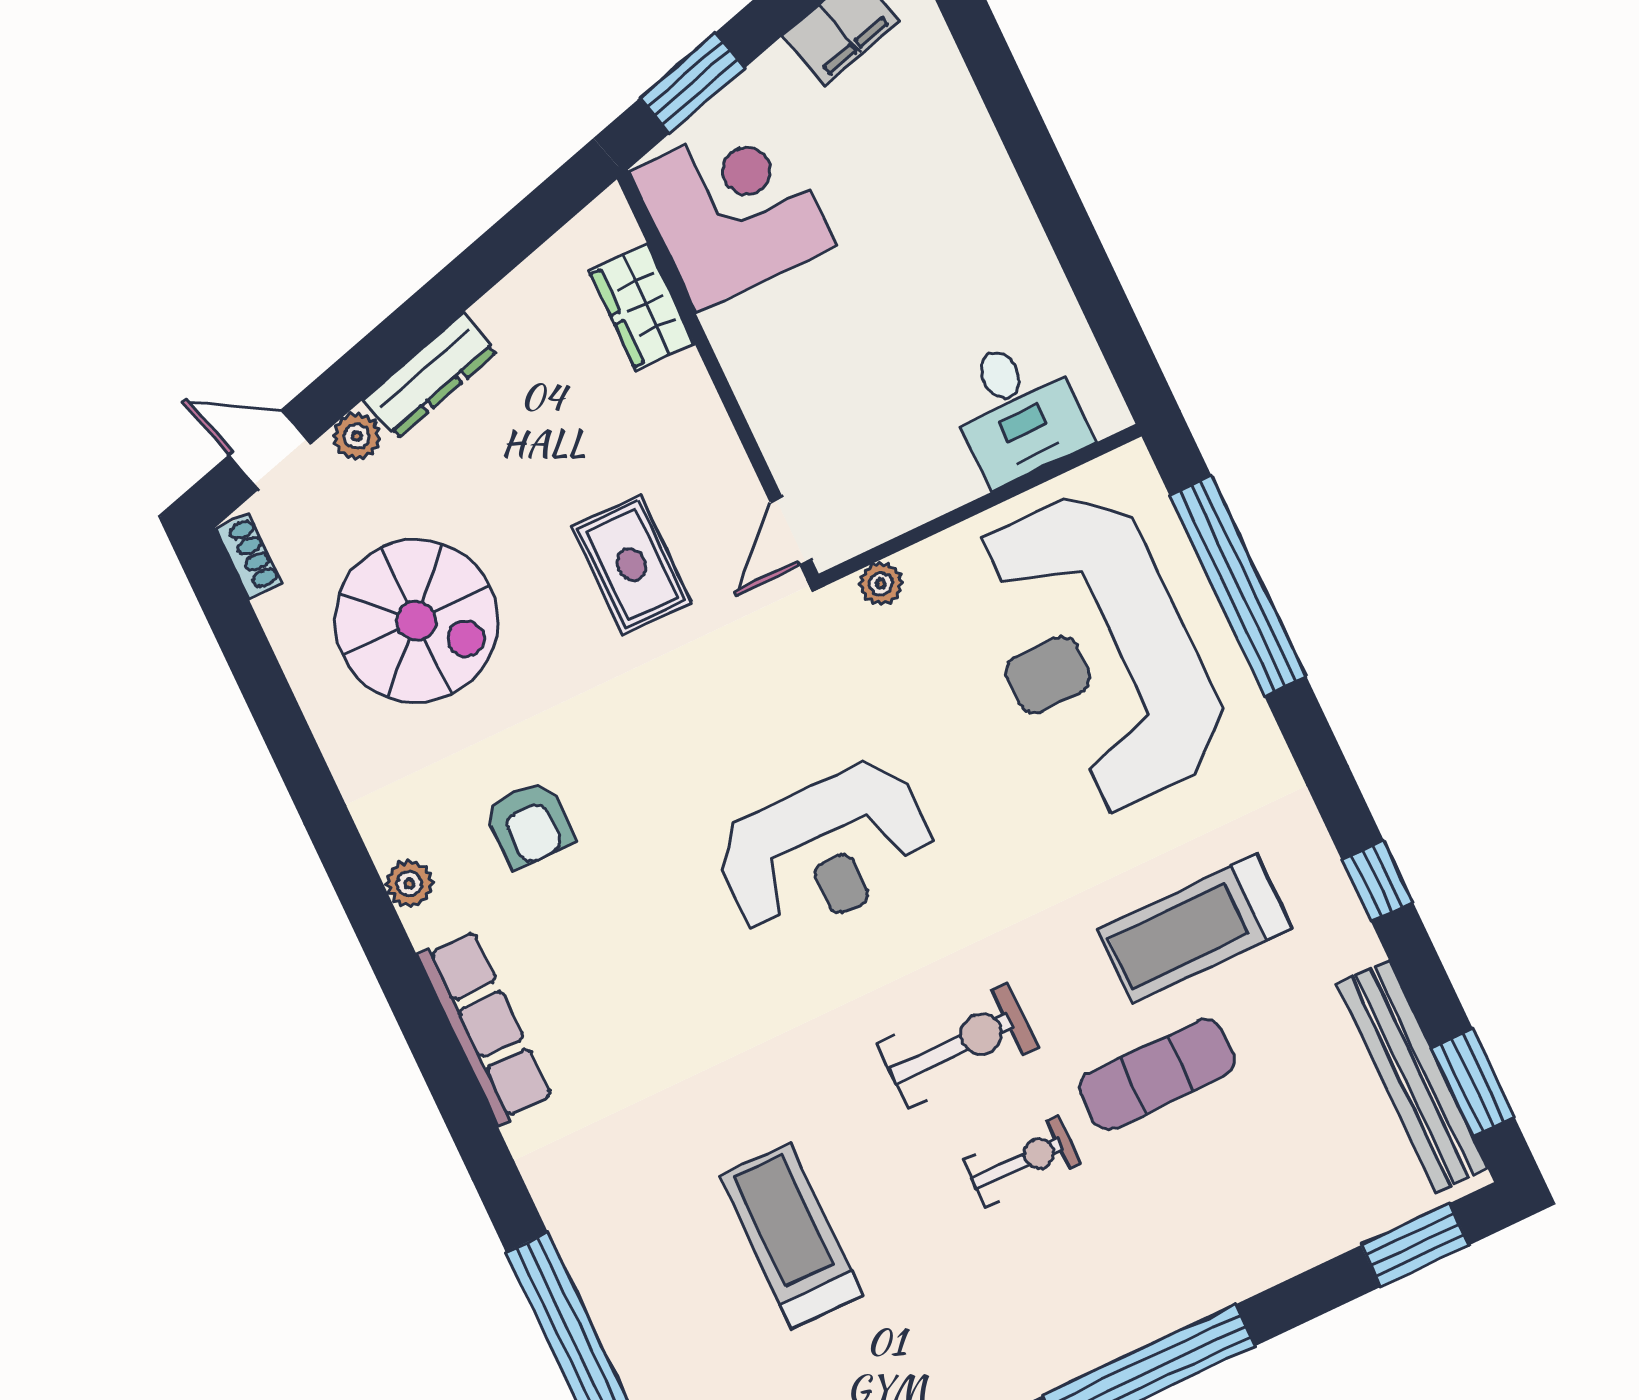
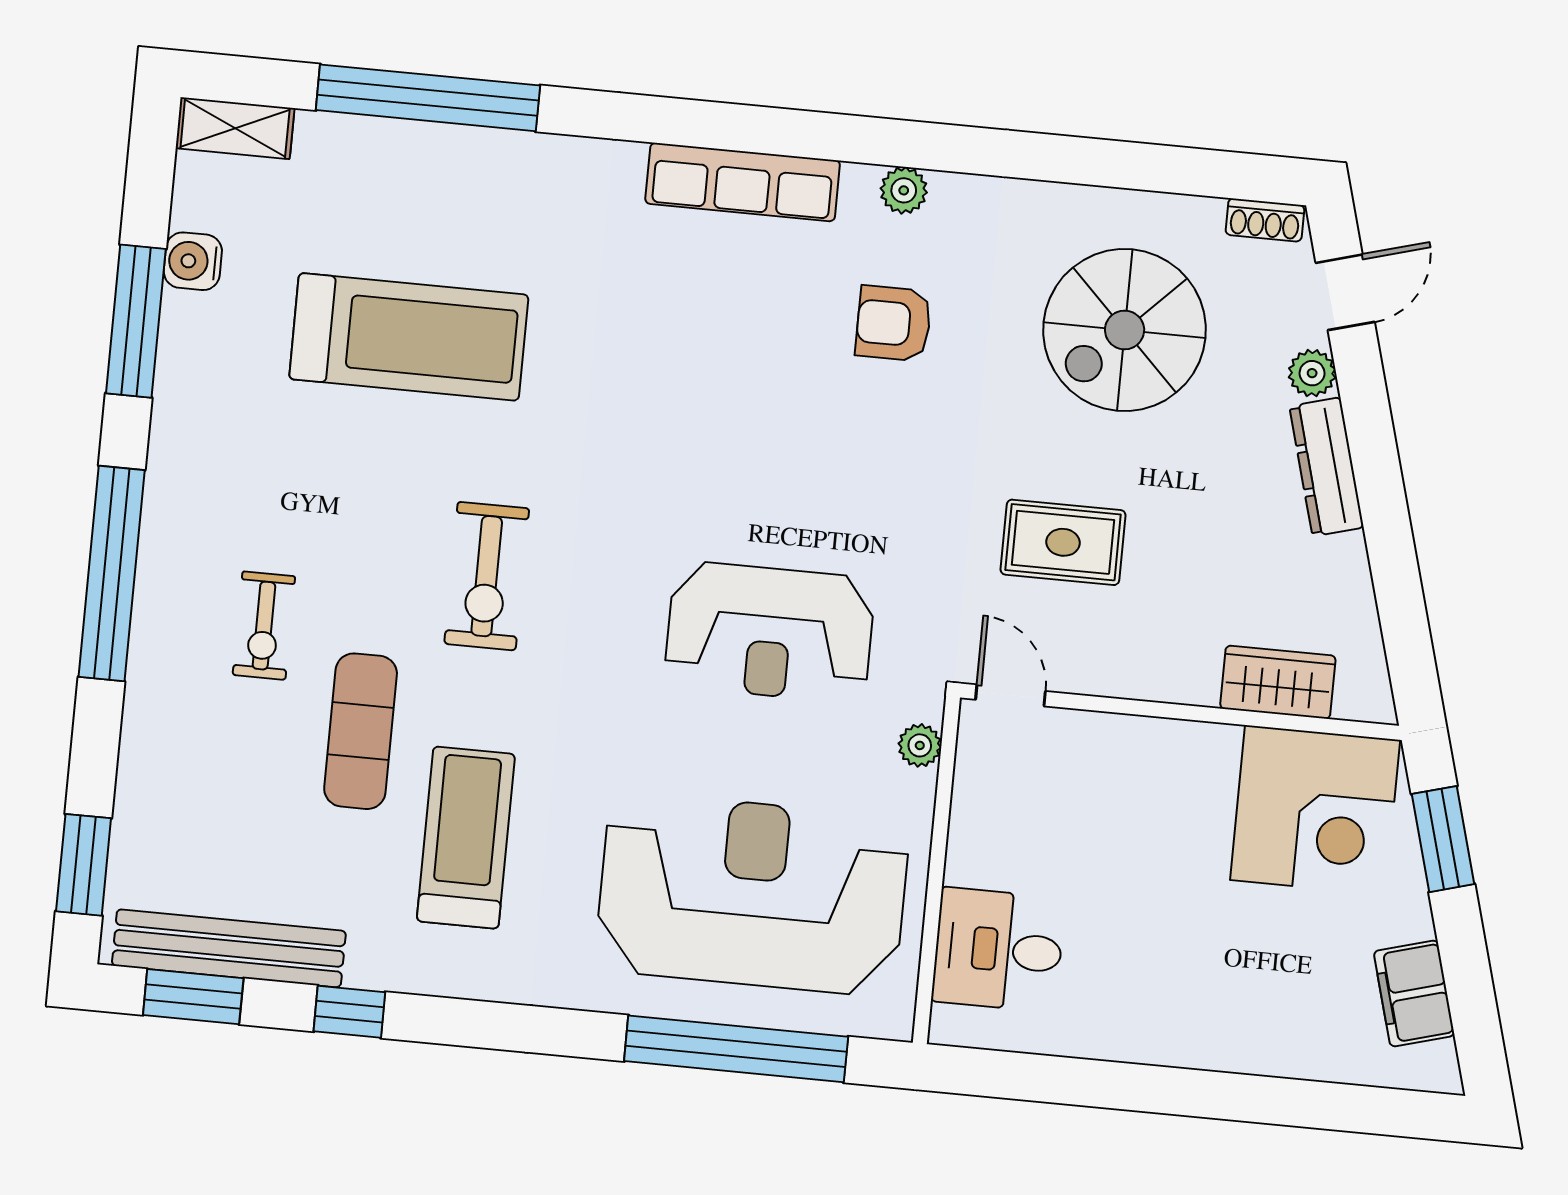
reception desk: (826, 850) -> (770, 632), moved, turned -90
window: (1377, 881) -> (349, 1012), moved
exercise bike: (1022, 1162) -> (264, 626), moved
treadmill: (791, 1236) -> (409, 337), width x1.37, depth x1.38

